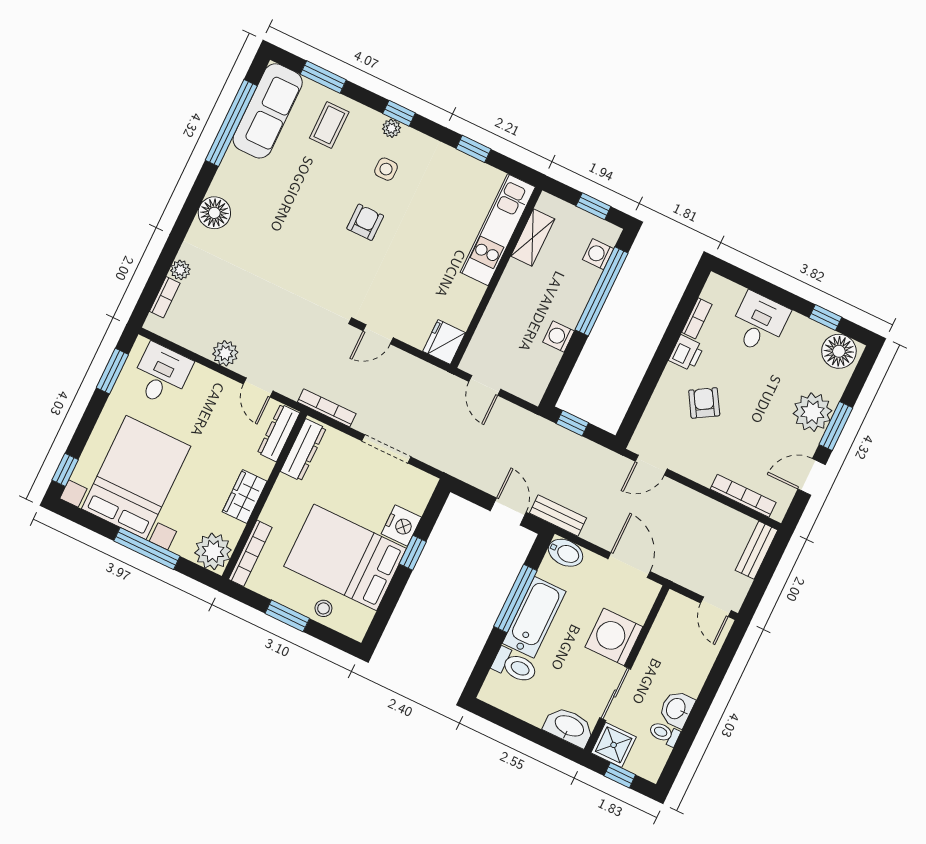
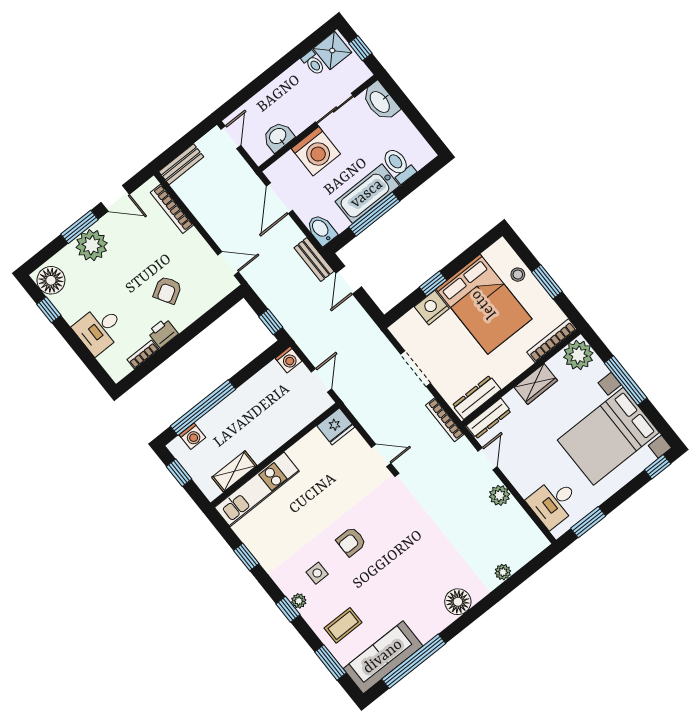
bookcase: (165, 297) -> (524, 558), removed
washing machine: (559, 336) -> (289, 360), moved
washbasin: (677, 709) -> (278, 137), moved, turned 180
shower: (614, 745) -> (332, 51), moved

